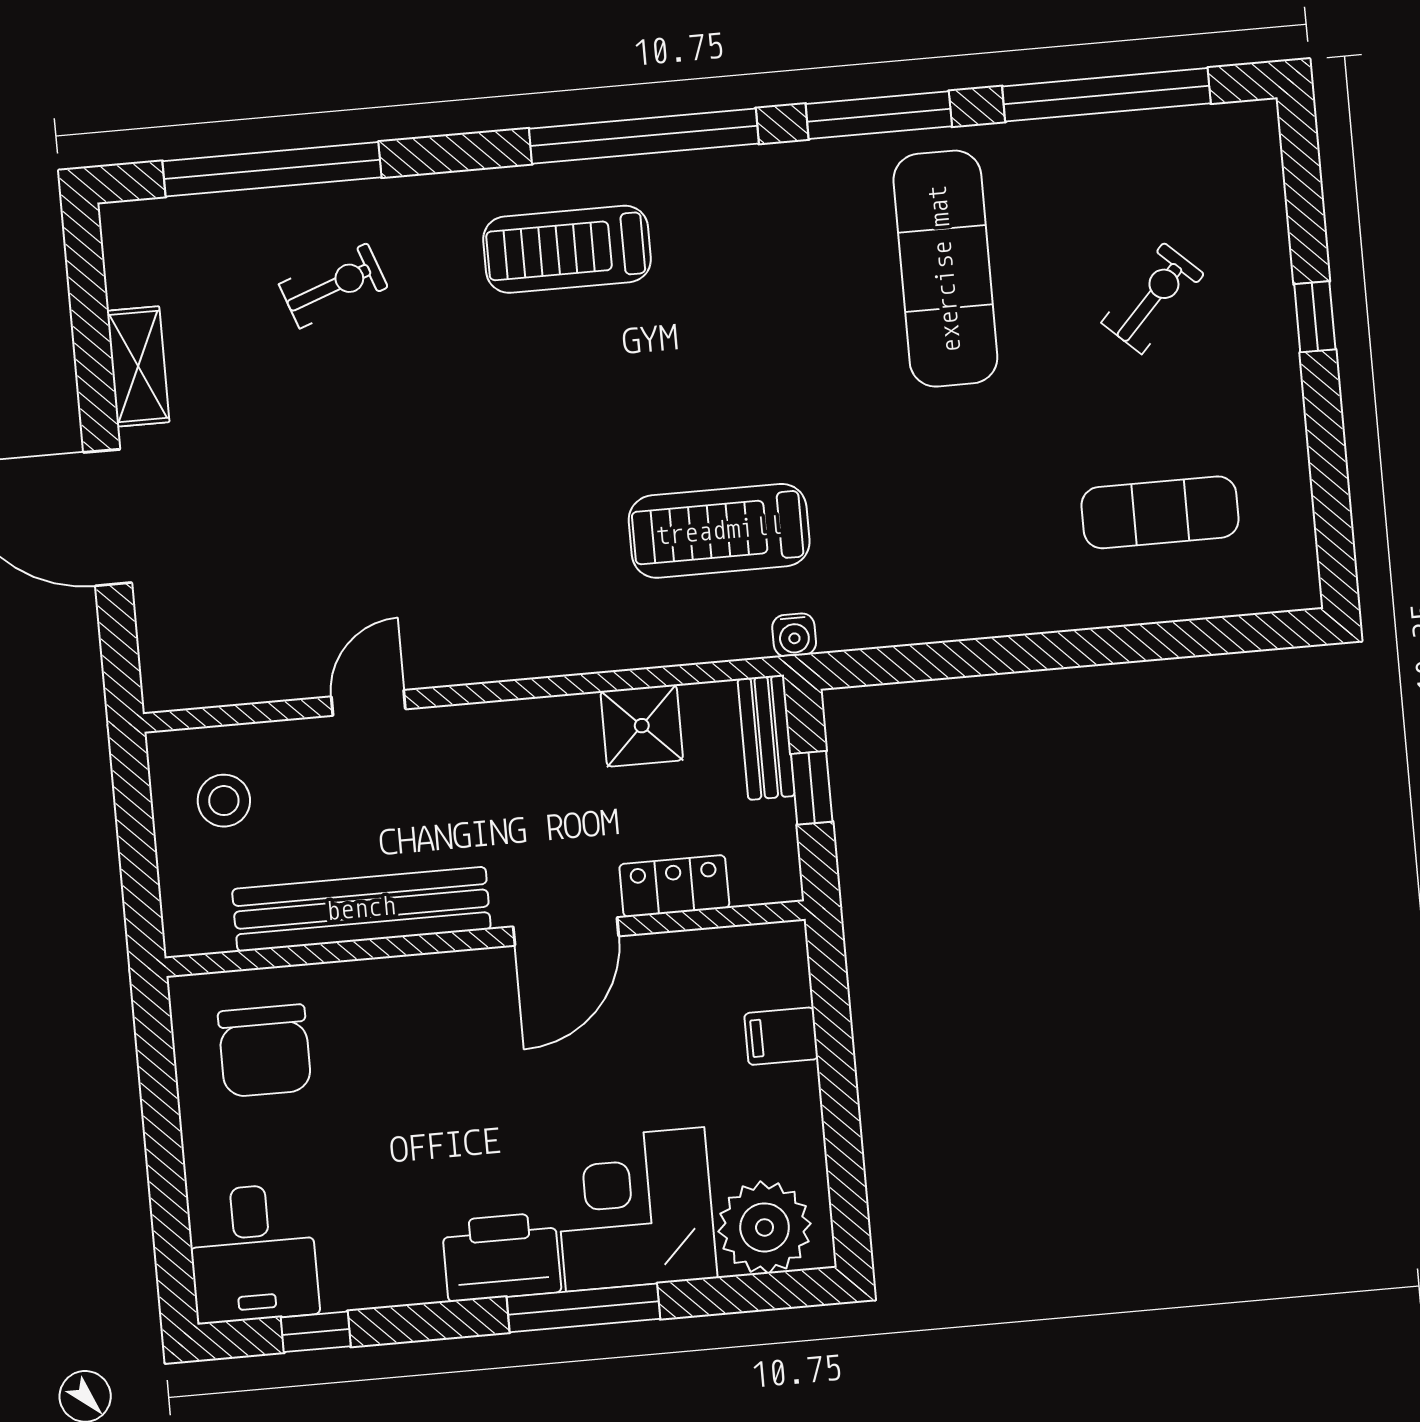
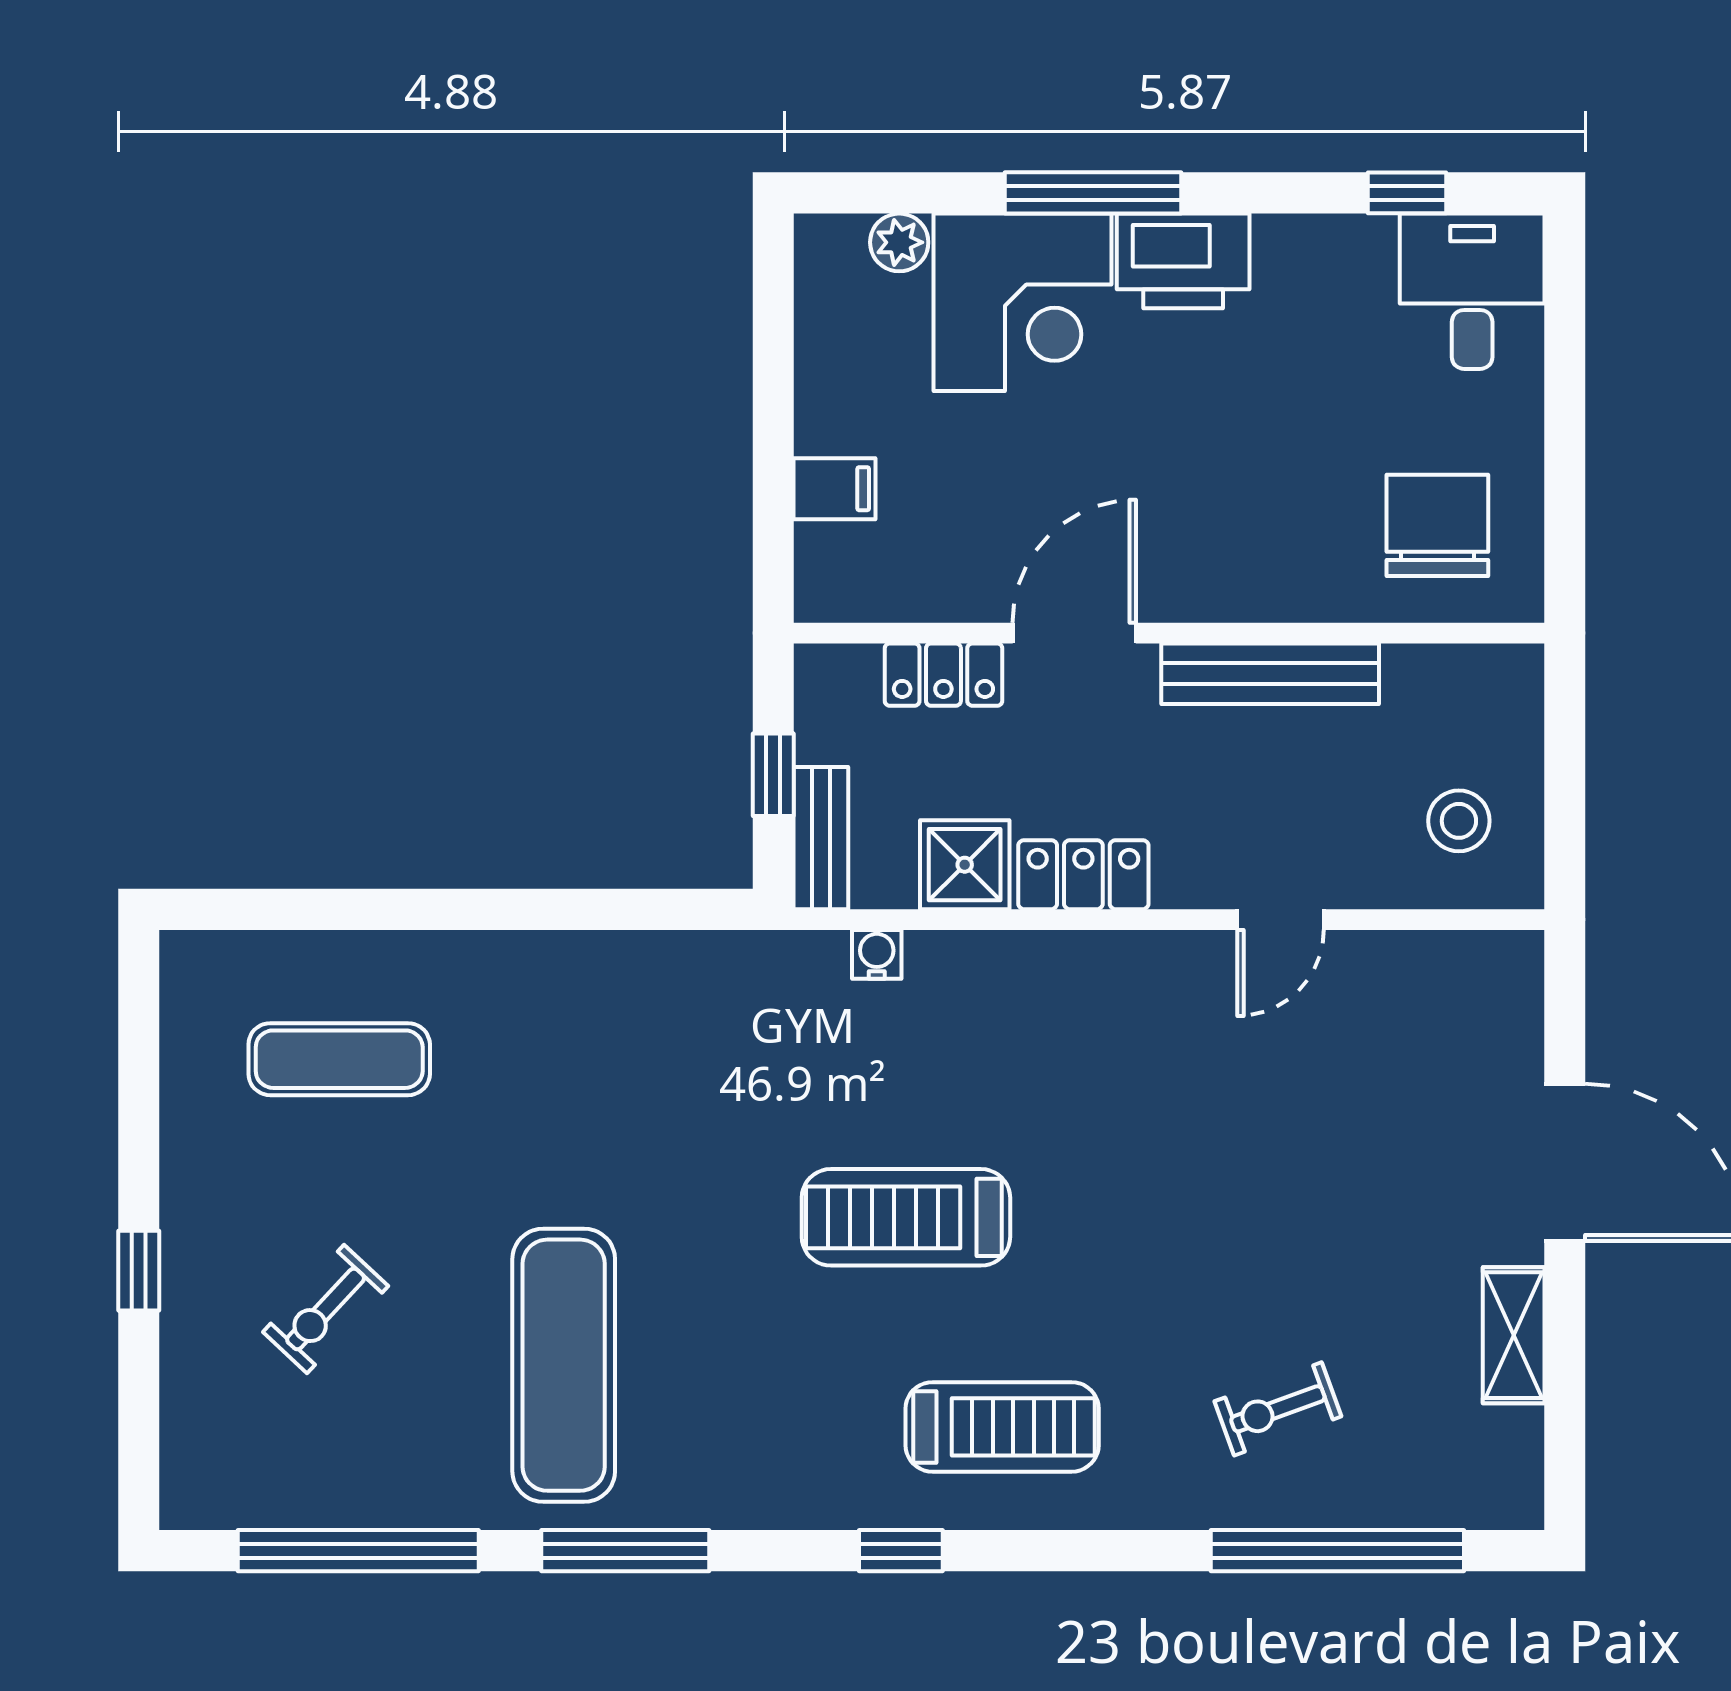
window: (644, 136) -> (901, 1551), width x0.32
treadmill: (719, 531) -> (906, 1217), moved, turned 180
water cooler: (794, 635) -> (877, 954), moved
locker: (540, 726) -> (1083, 875), added
bench: (361, 909) -> (1270, 674), width x0.73, depth x0.82
plant: (765, 1227) -> (899, 242), width x0.53, depth x0.53

